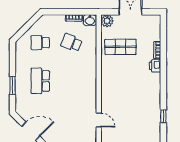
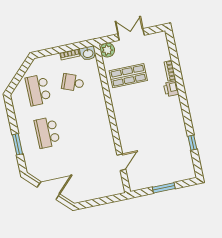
school desk: (40, 43) -> (38, 90), width x1.85
door: (99, 120) -> (121, 162), hinge flipped

